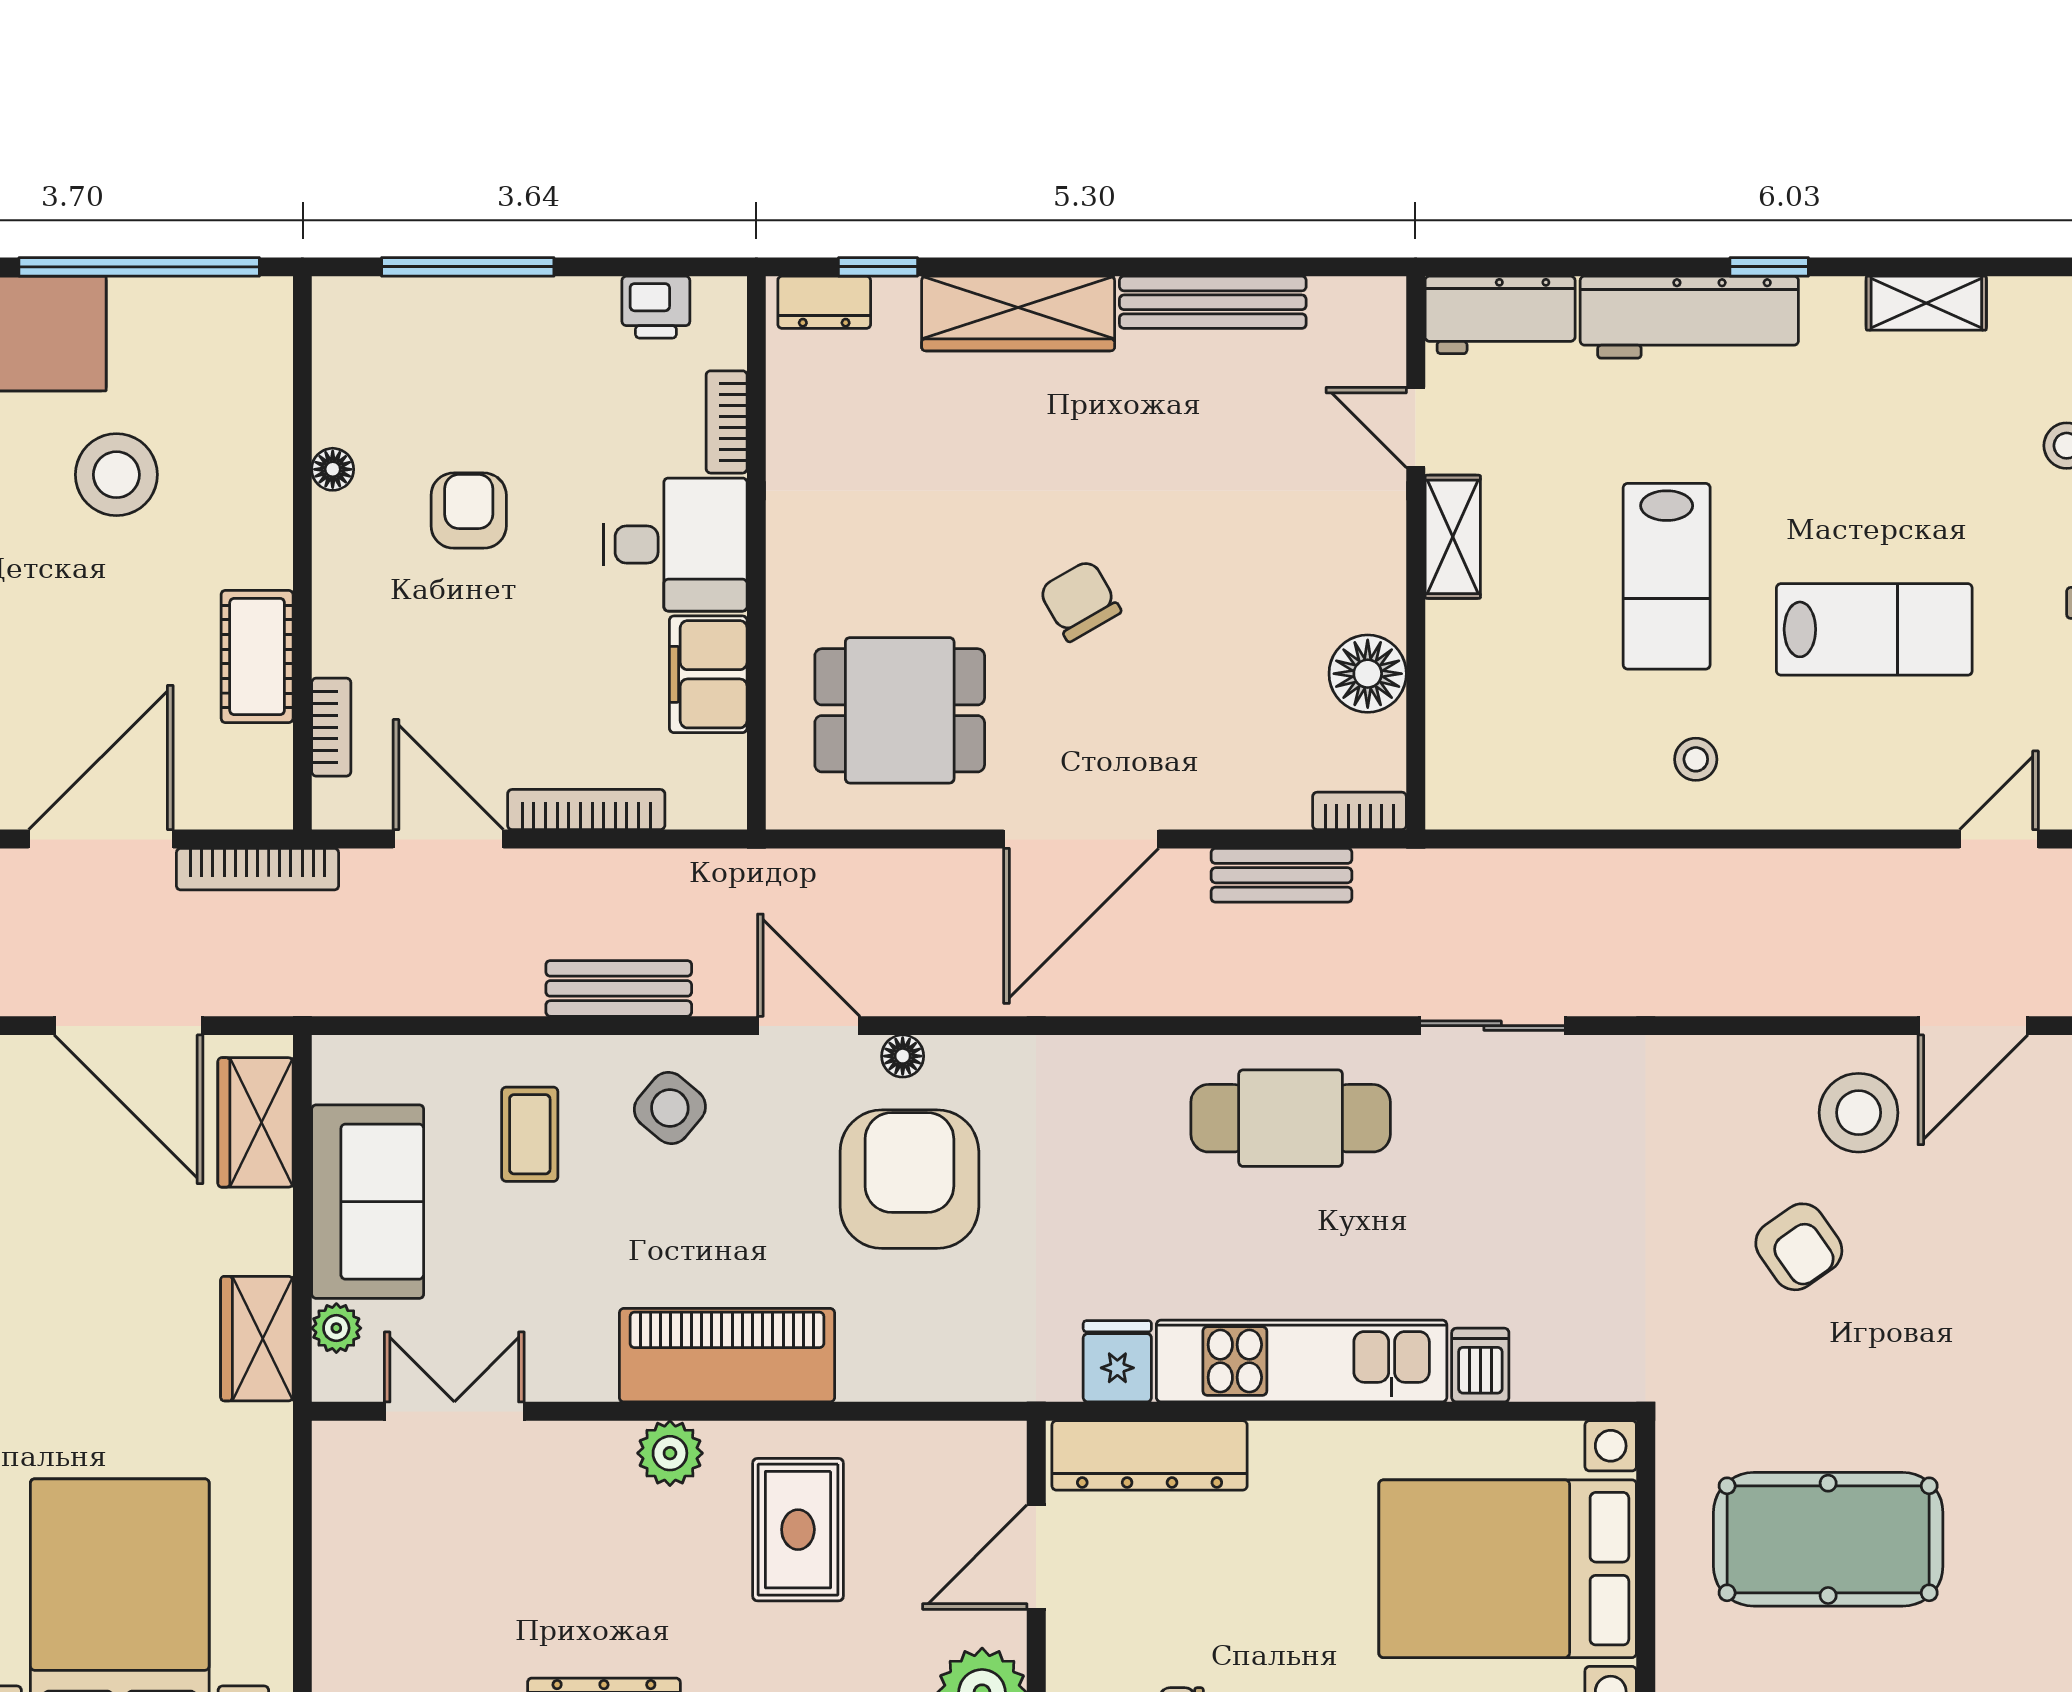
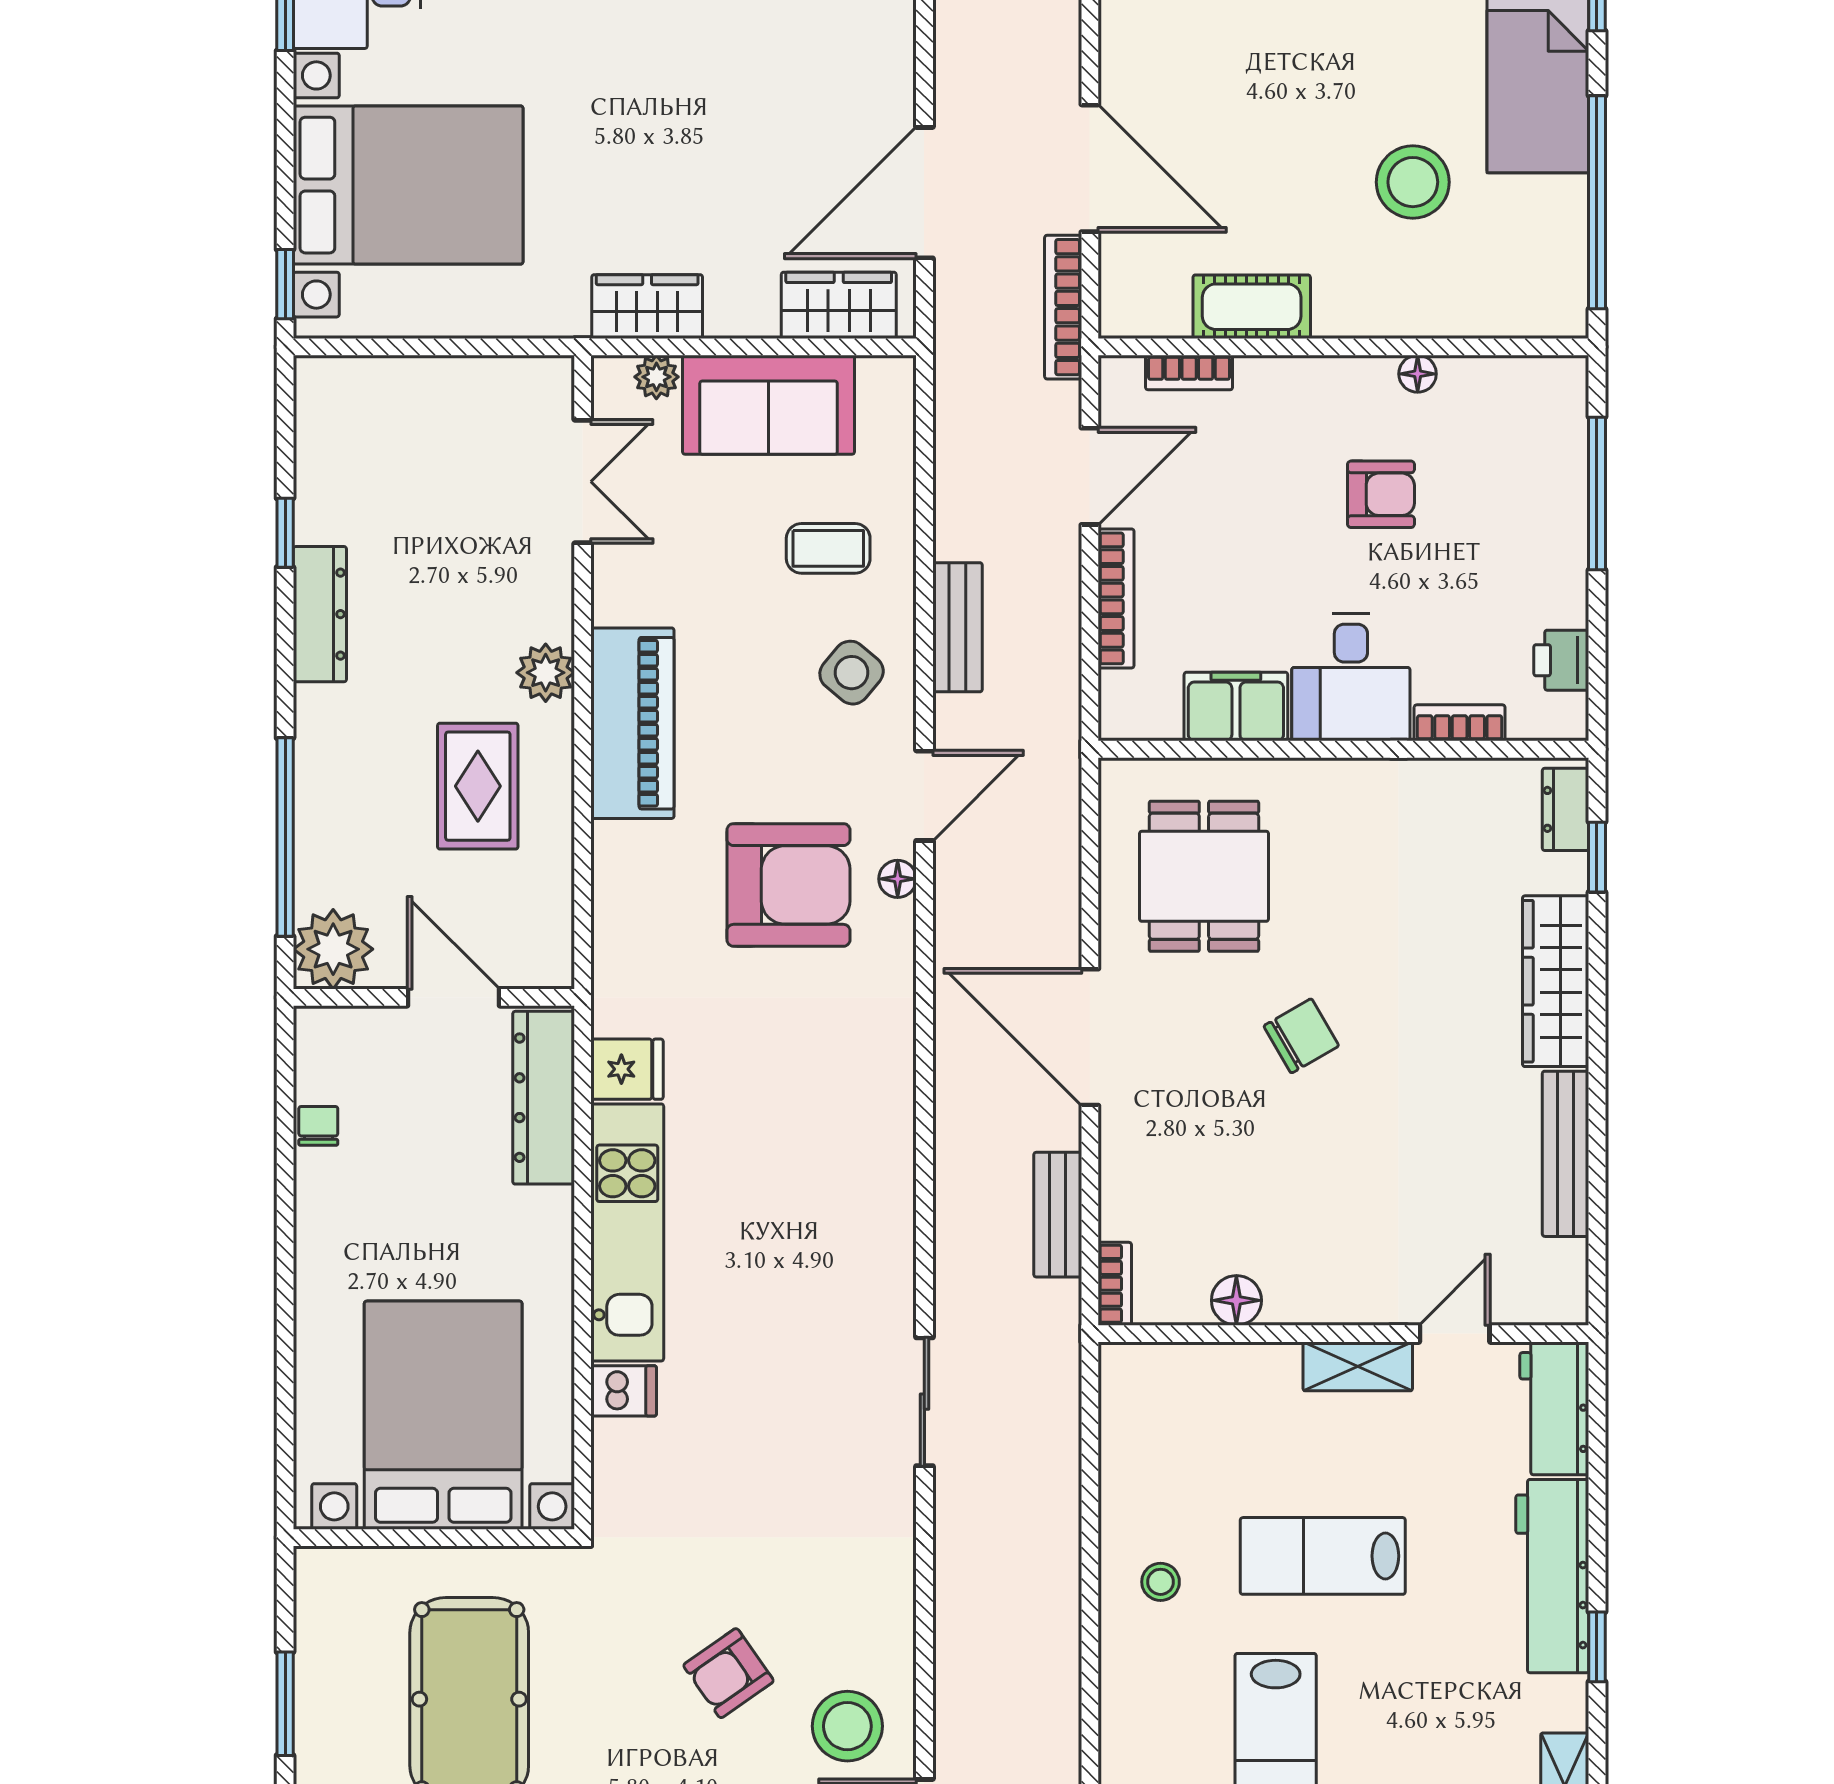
floor lamp: (1368, 674) -> (1236, 1300), width x0.73, depth x0.73
cafe table: (1291, 1118) -> (842, 1223), removed
rug: (798, 1530) -> (478, 786), turned 90

